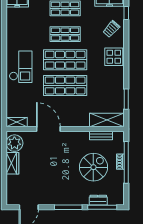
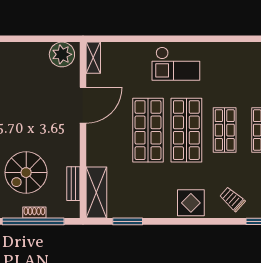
wardrobe: (12, 163) -> (32, 51), removed
spiral stairs: (93, 167) -> (26, 173), turned 90

